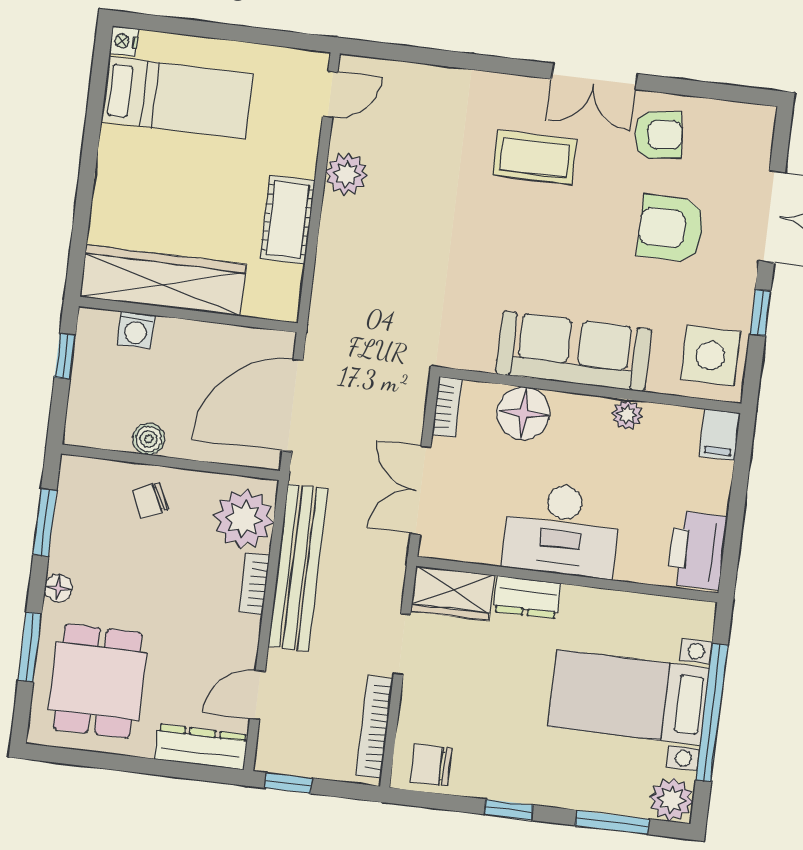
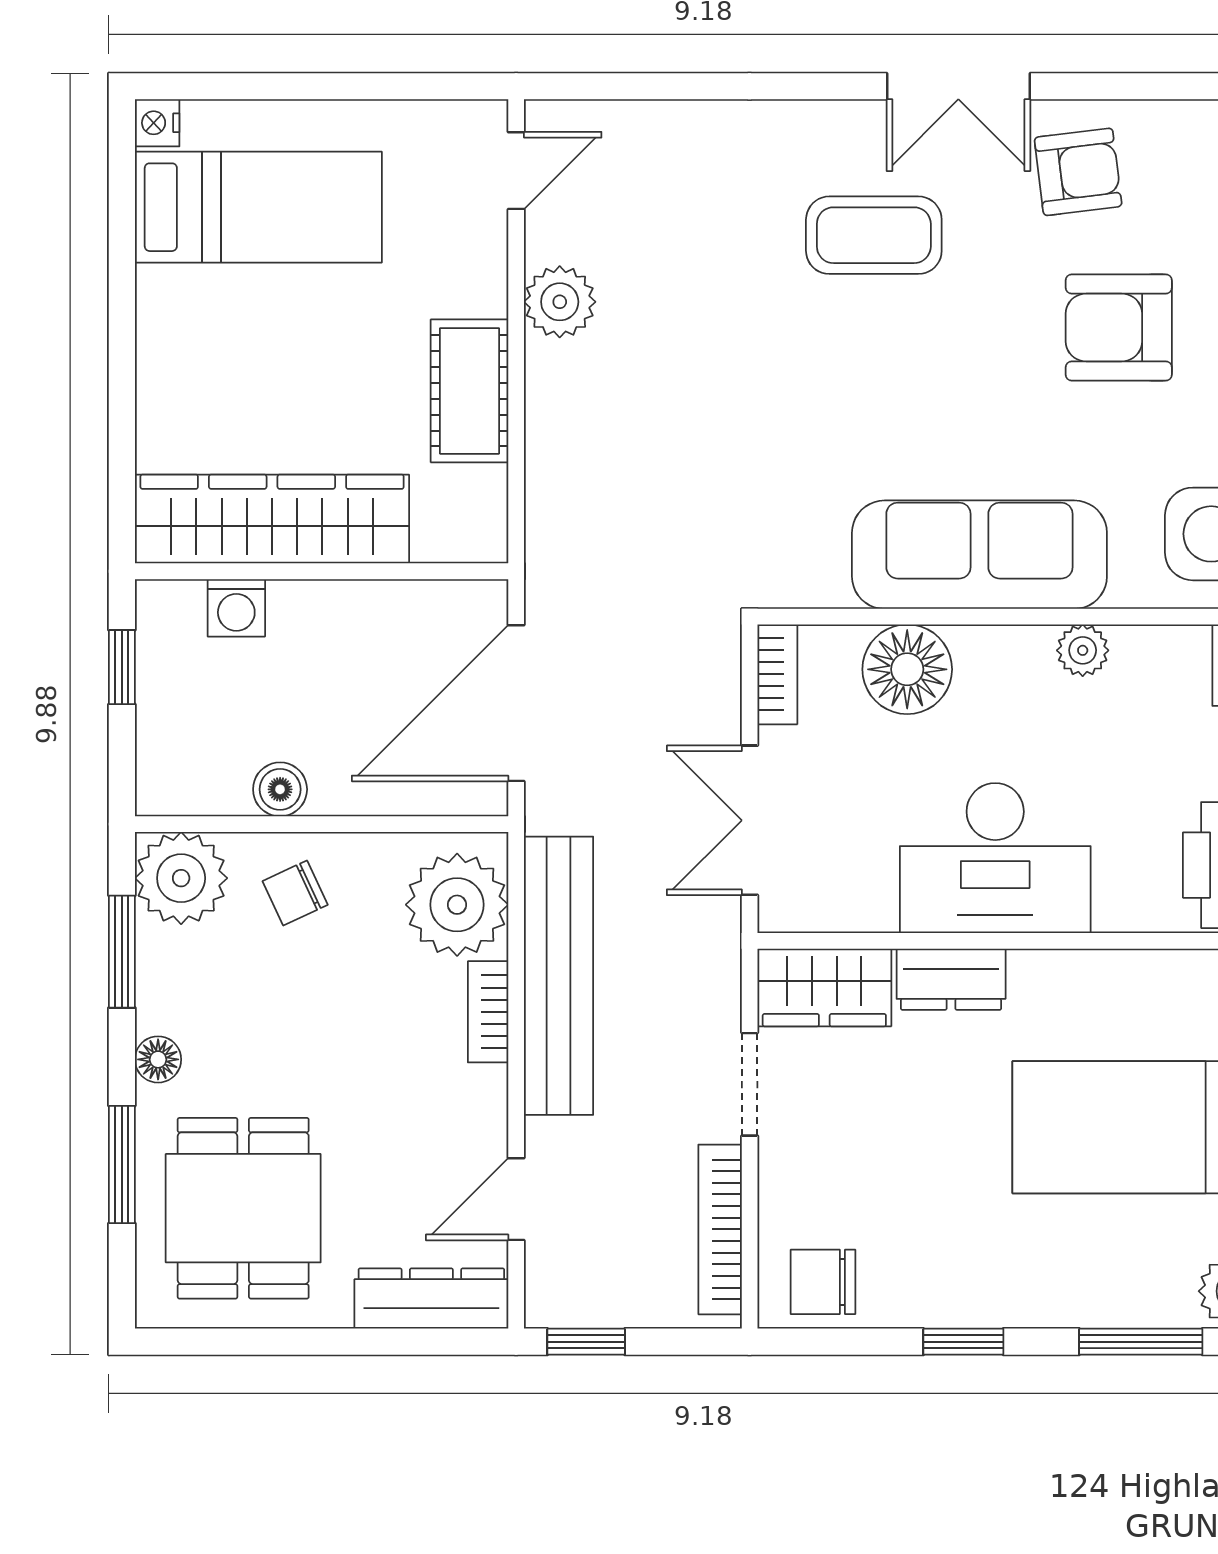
plant: (85, 484) -> (181, 878), added

